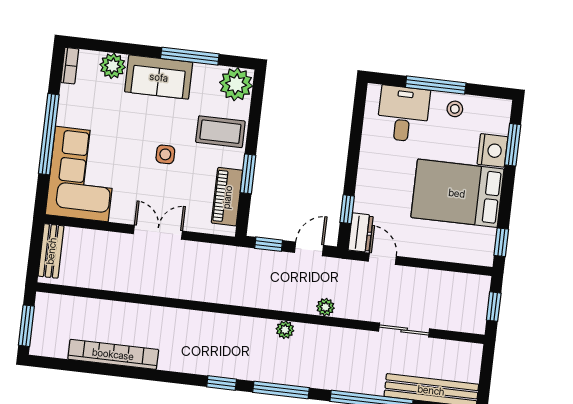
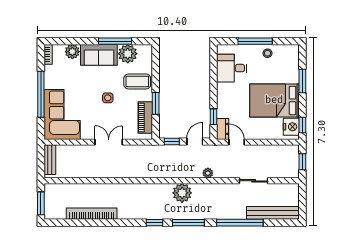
plant: (236, 84) -> (128, 54), moved
desk: (403, 114) -> (232, 68), moved, turned -90
window: (513, 145) -> (302, 81), moved
nightstand: (492, 150) -> (291, 127), moved
plant: (285, 330) -> (182, 193), width x1.87, depth x1.87

